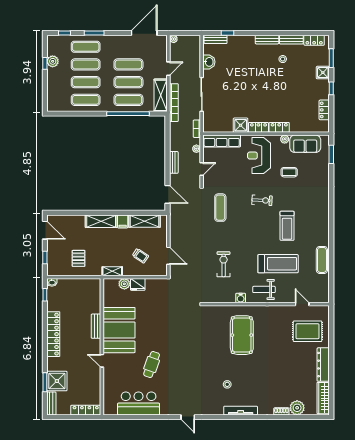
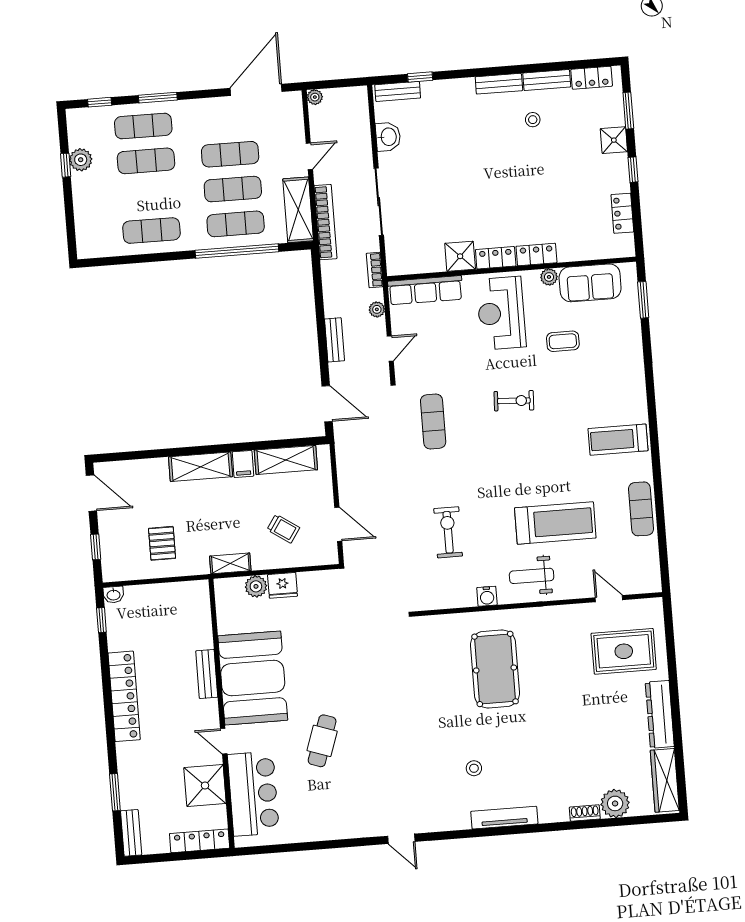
exercise mat: (86, 82) -> (149, 196), removed
treadmill: (287, 226) -> (618, 440), moved, turned 90
shower: (57, 381) -> (205, 786), moved
bar counter: (139, 403) -> (253, 794), moved, turned 90

